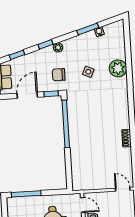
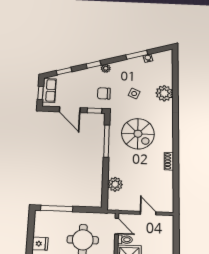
door: (27, 95) -> (70, 110), swing flipped
spiral stairs: (95, 113) -> (138, 134), added
window: (66, 124) -> (107, 141), width x0.68
plant: (78, 166) -> (115, 184), added
door: (123, 189) -> (148, 213), moved

